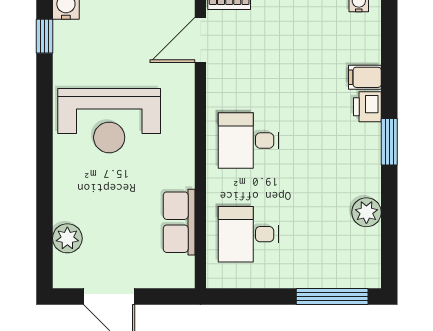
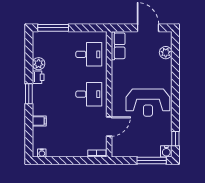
door: (200, 40) -> (109, 126), moved
printer: (367, 107) -> (38, 77), moved
reception desk: (109, 121) -> (148, 103), turned 180
row of seats: (179, 222) -> (118, 46), moved

